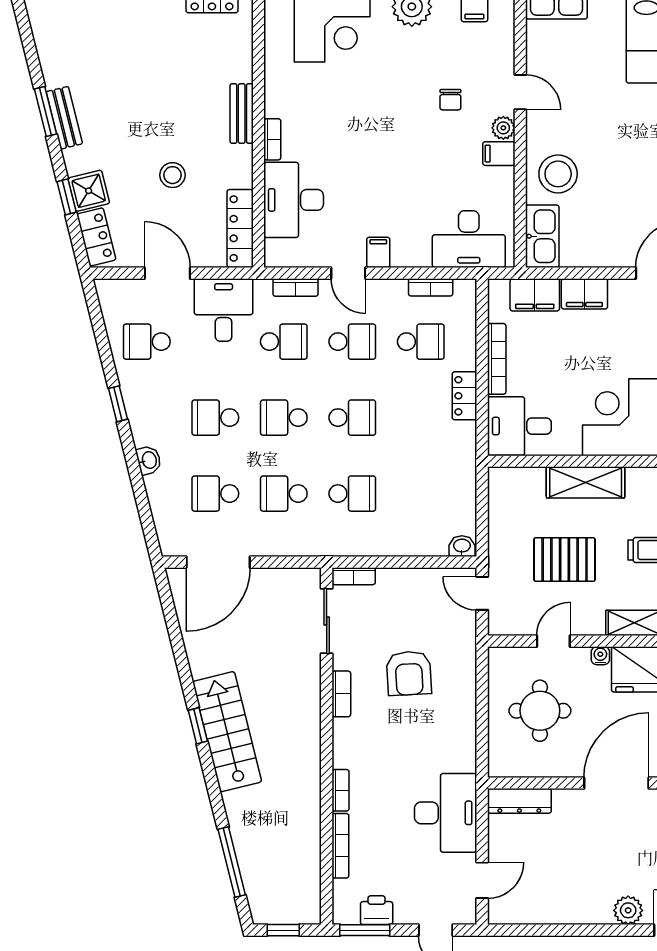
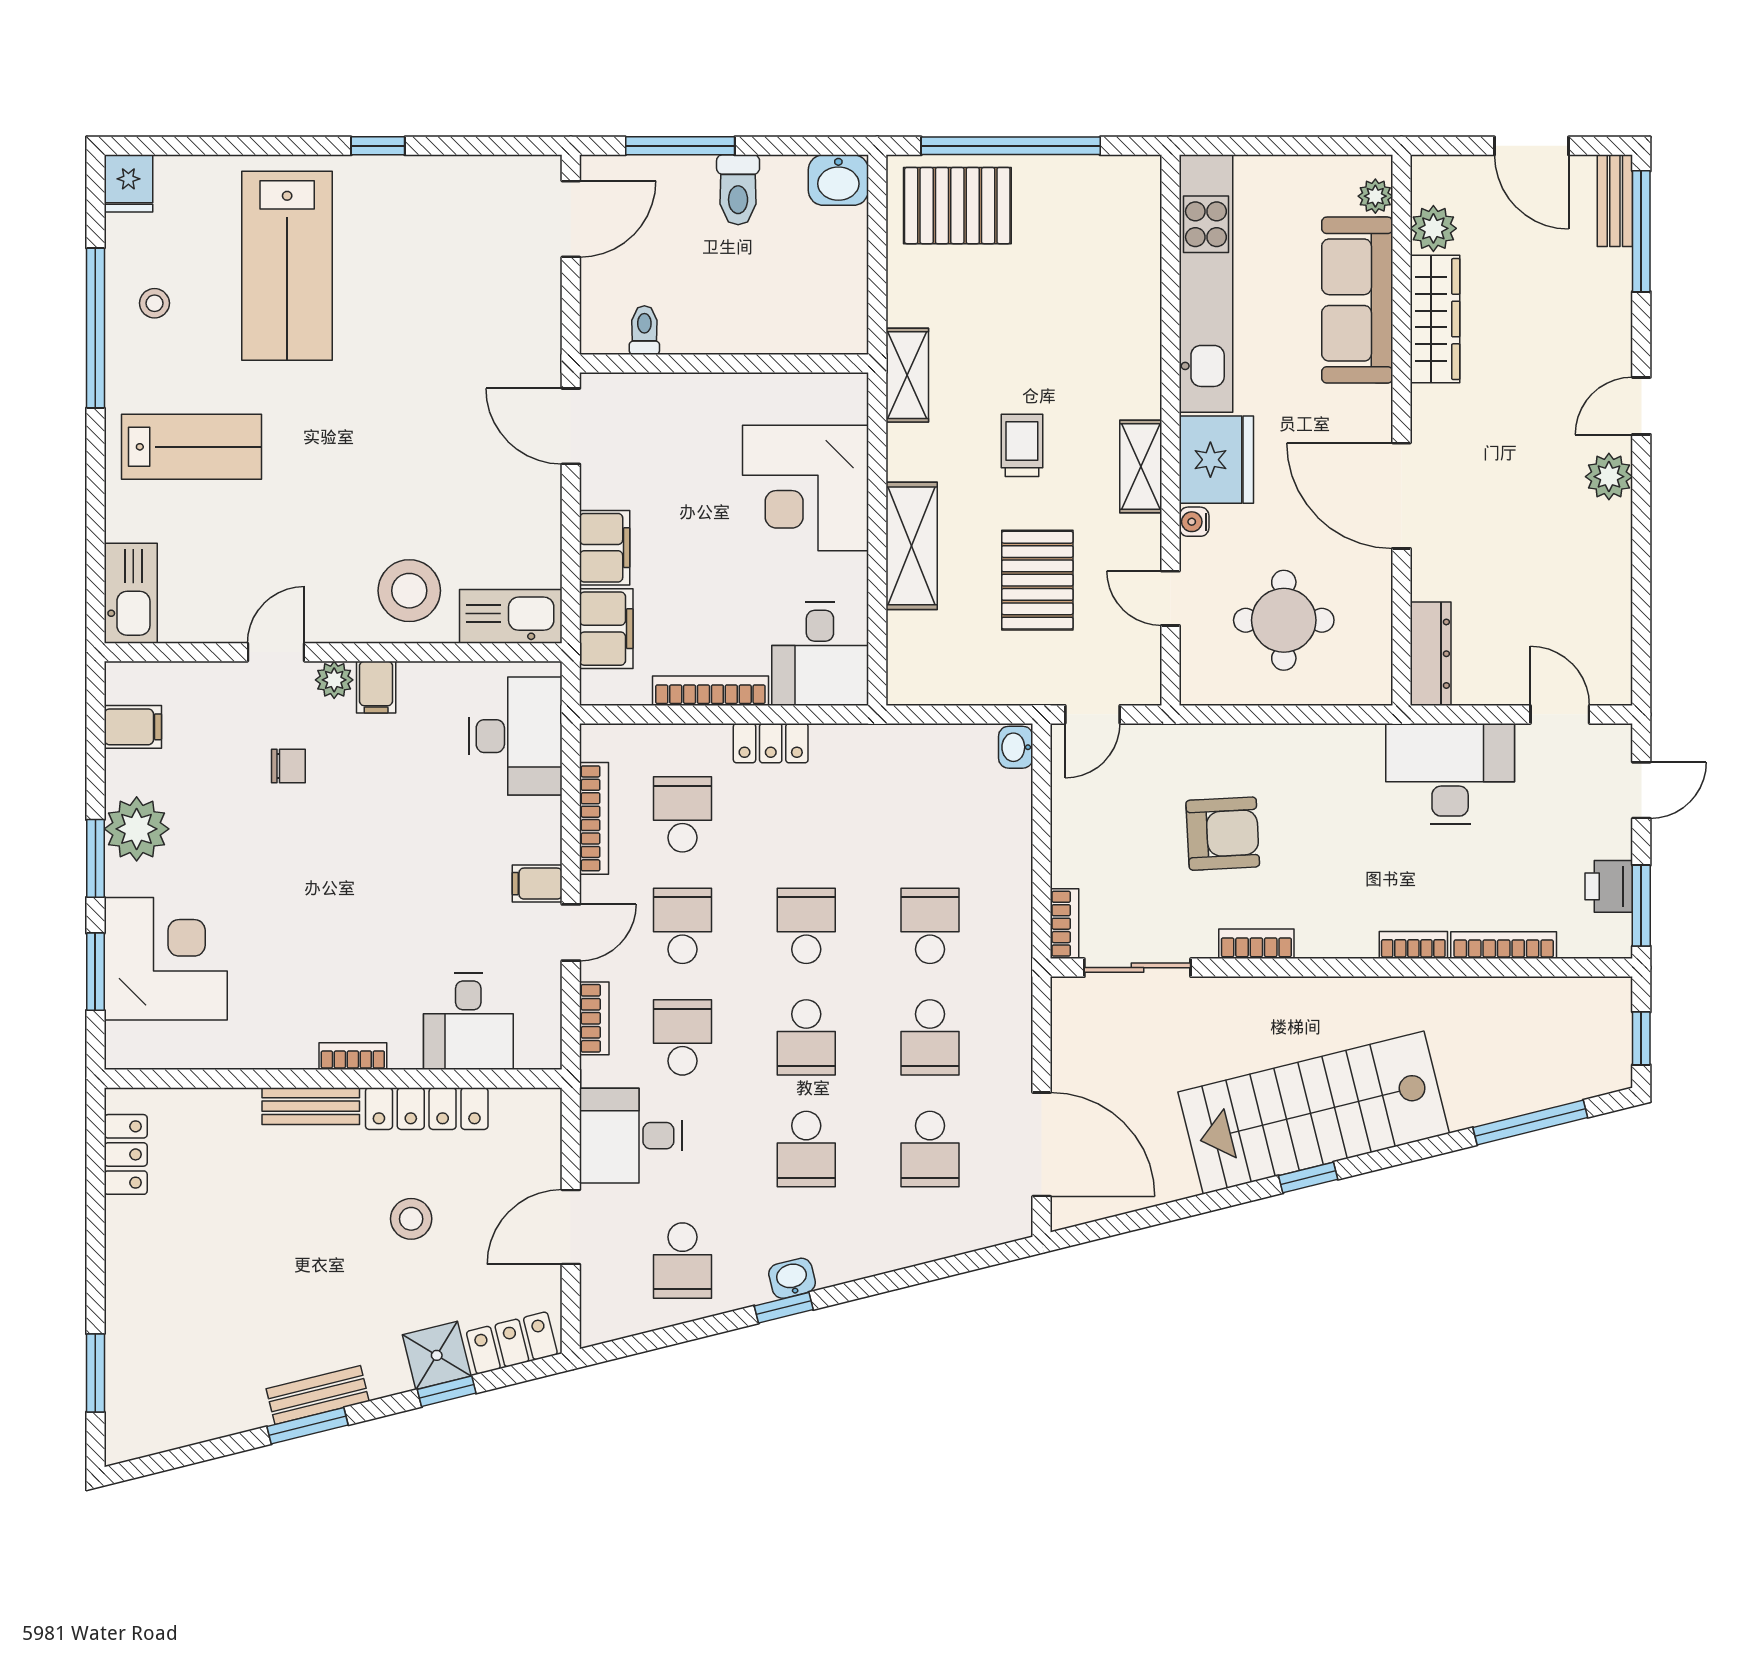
desk: (294, 200) -> (468, 1021), width x0.73
locker: (240, 229) -> (427, 1109), moved
bookcase: (431, 287) -> (594, 818), width x1.56
washbasin: (149, 460) -> (792, 1278), moved
stairs: (227, 732) -> (1314, 1113), width x1.36, depth x1.51

